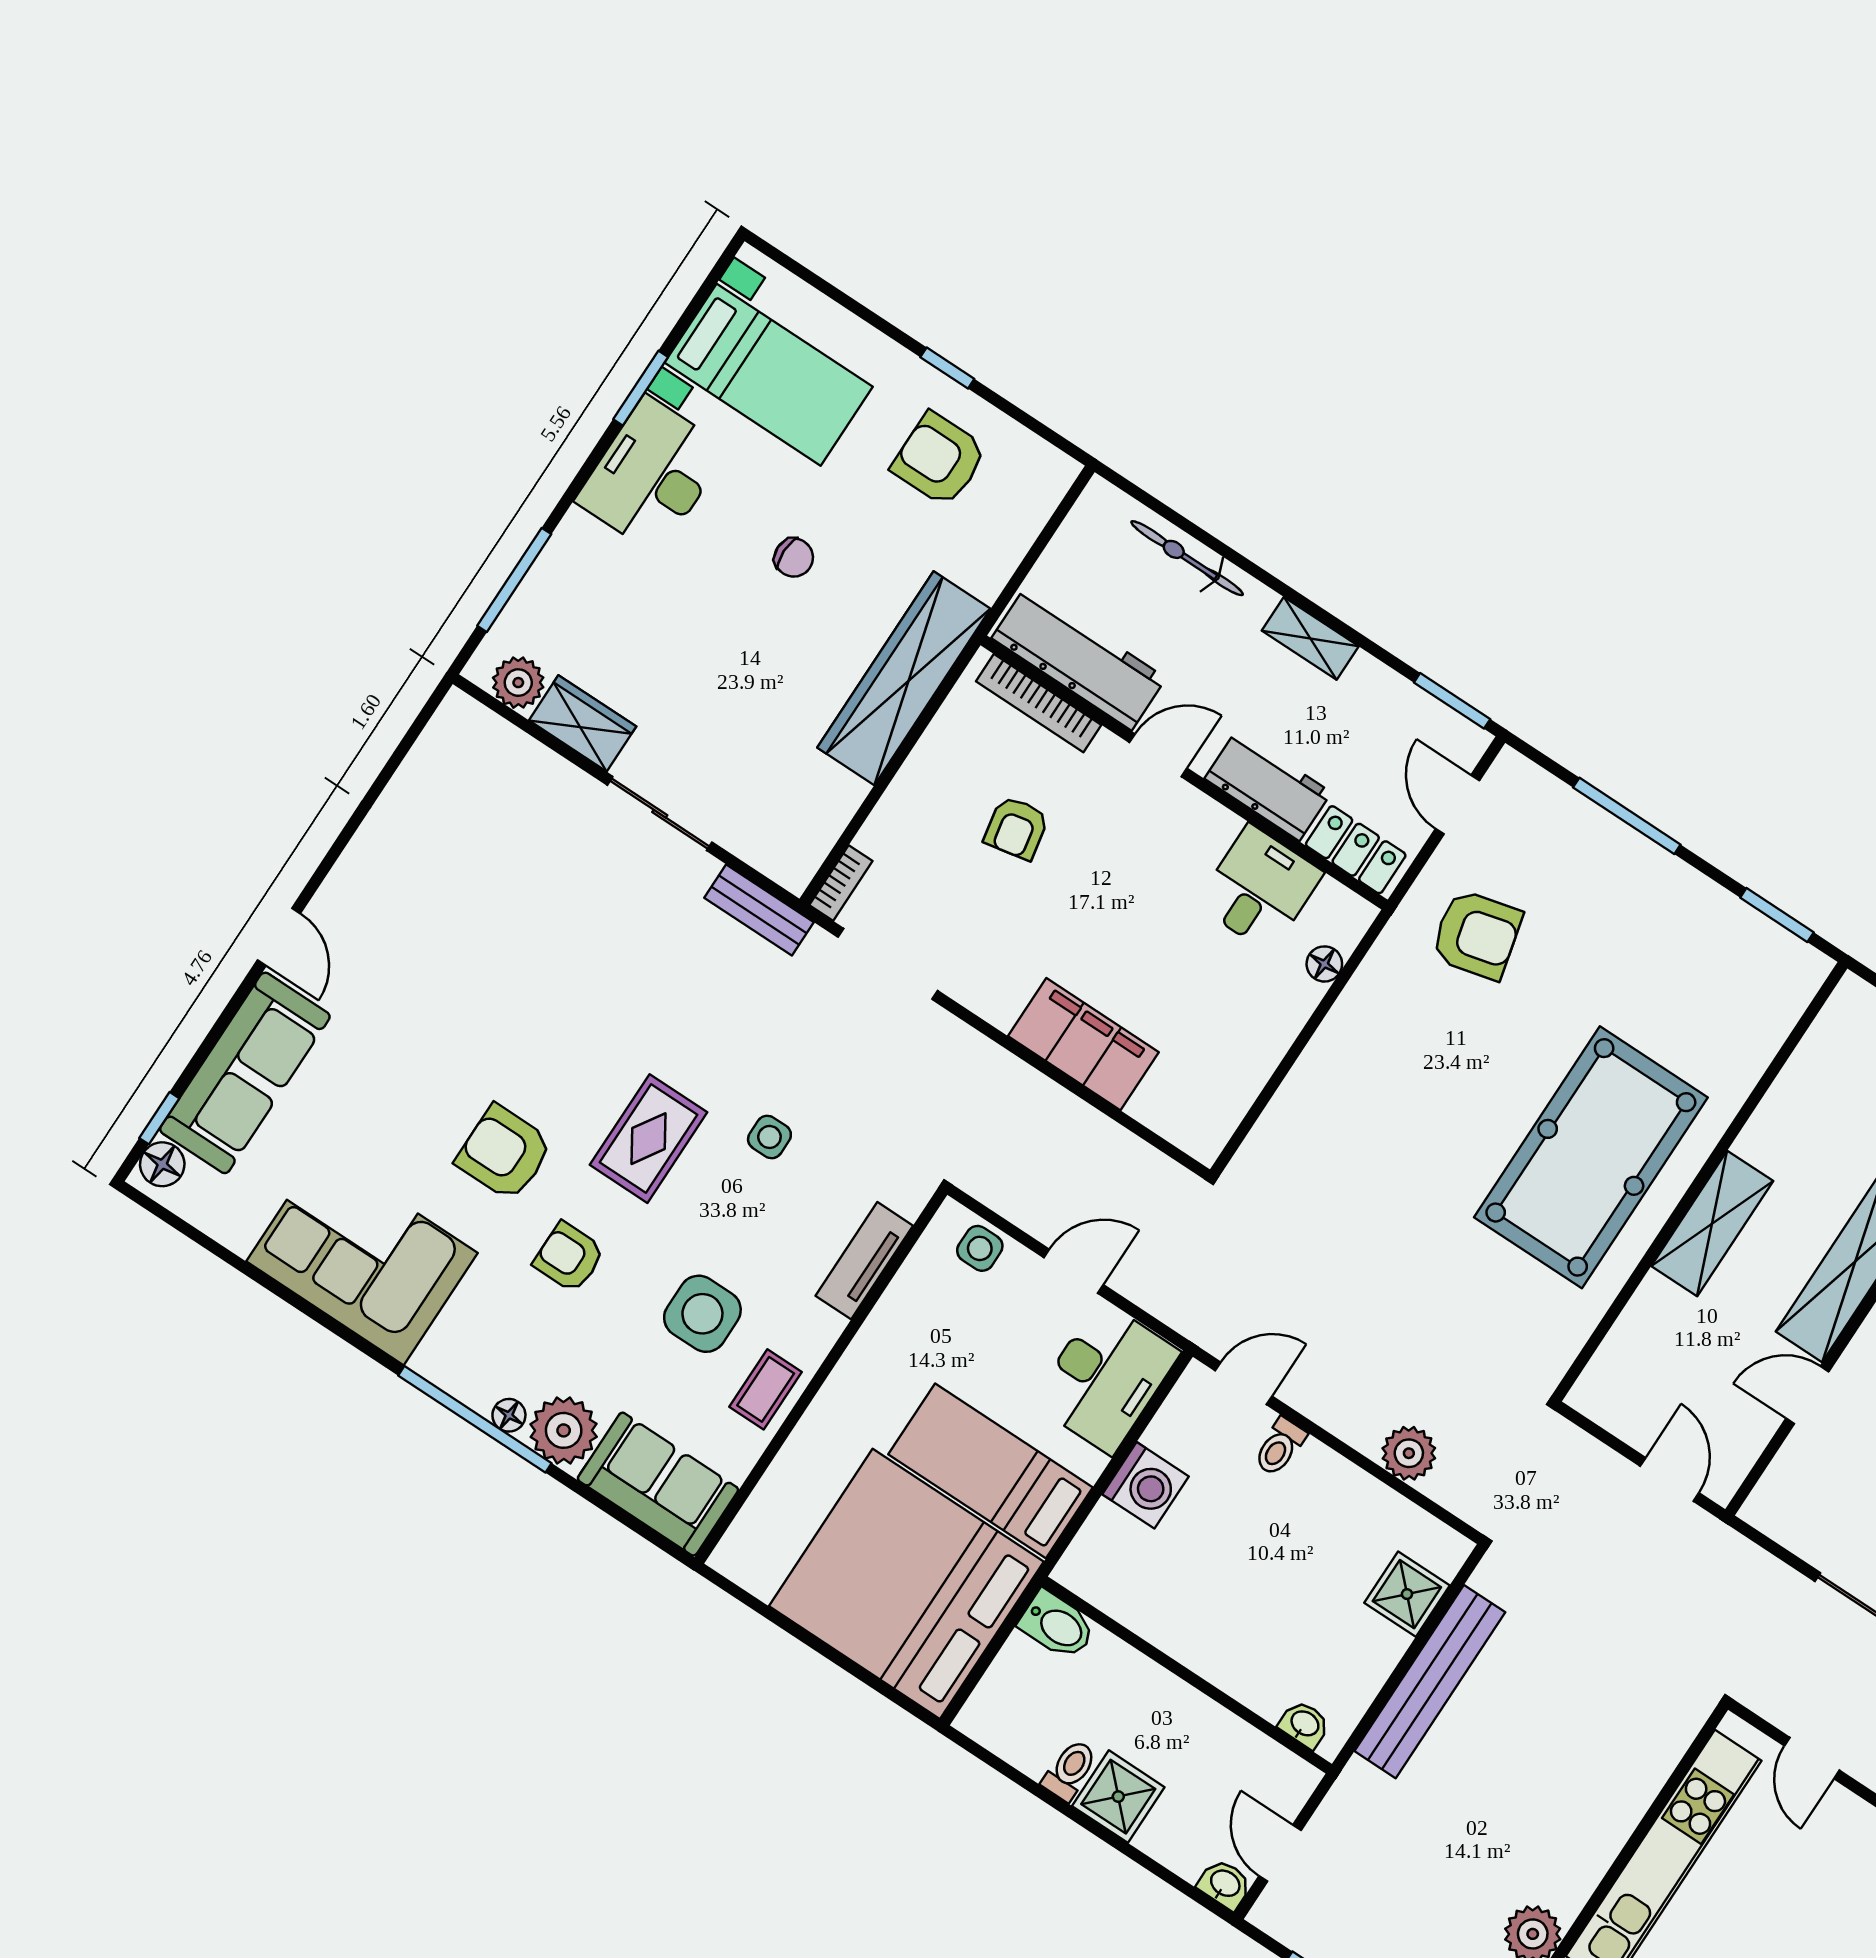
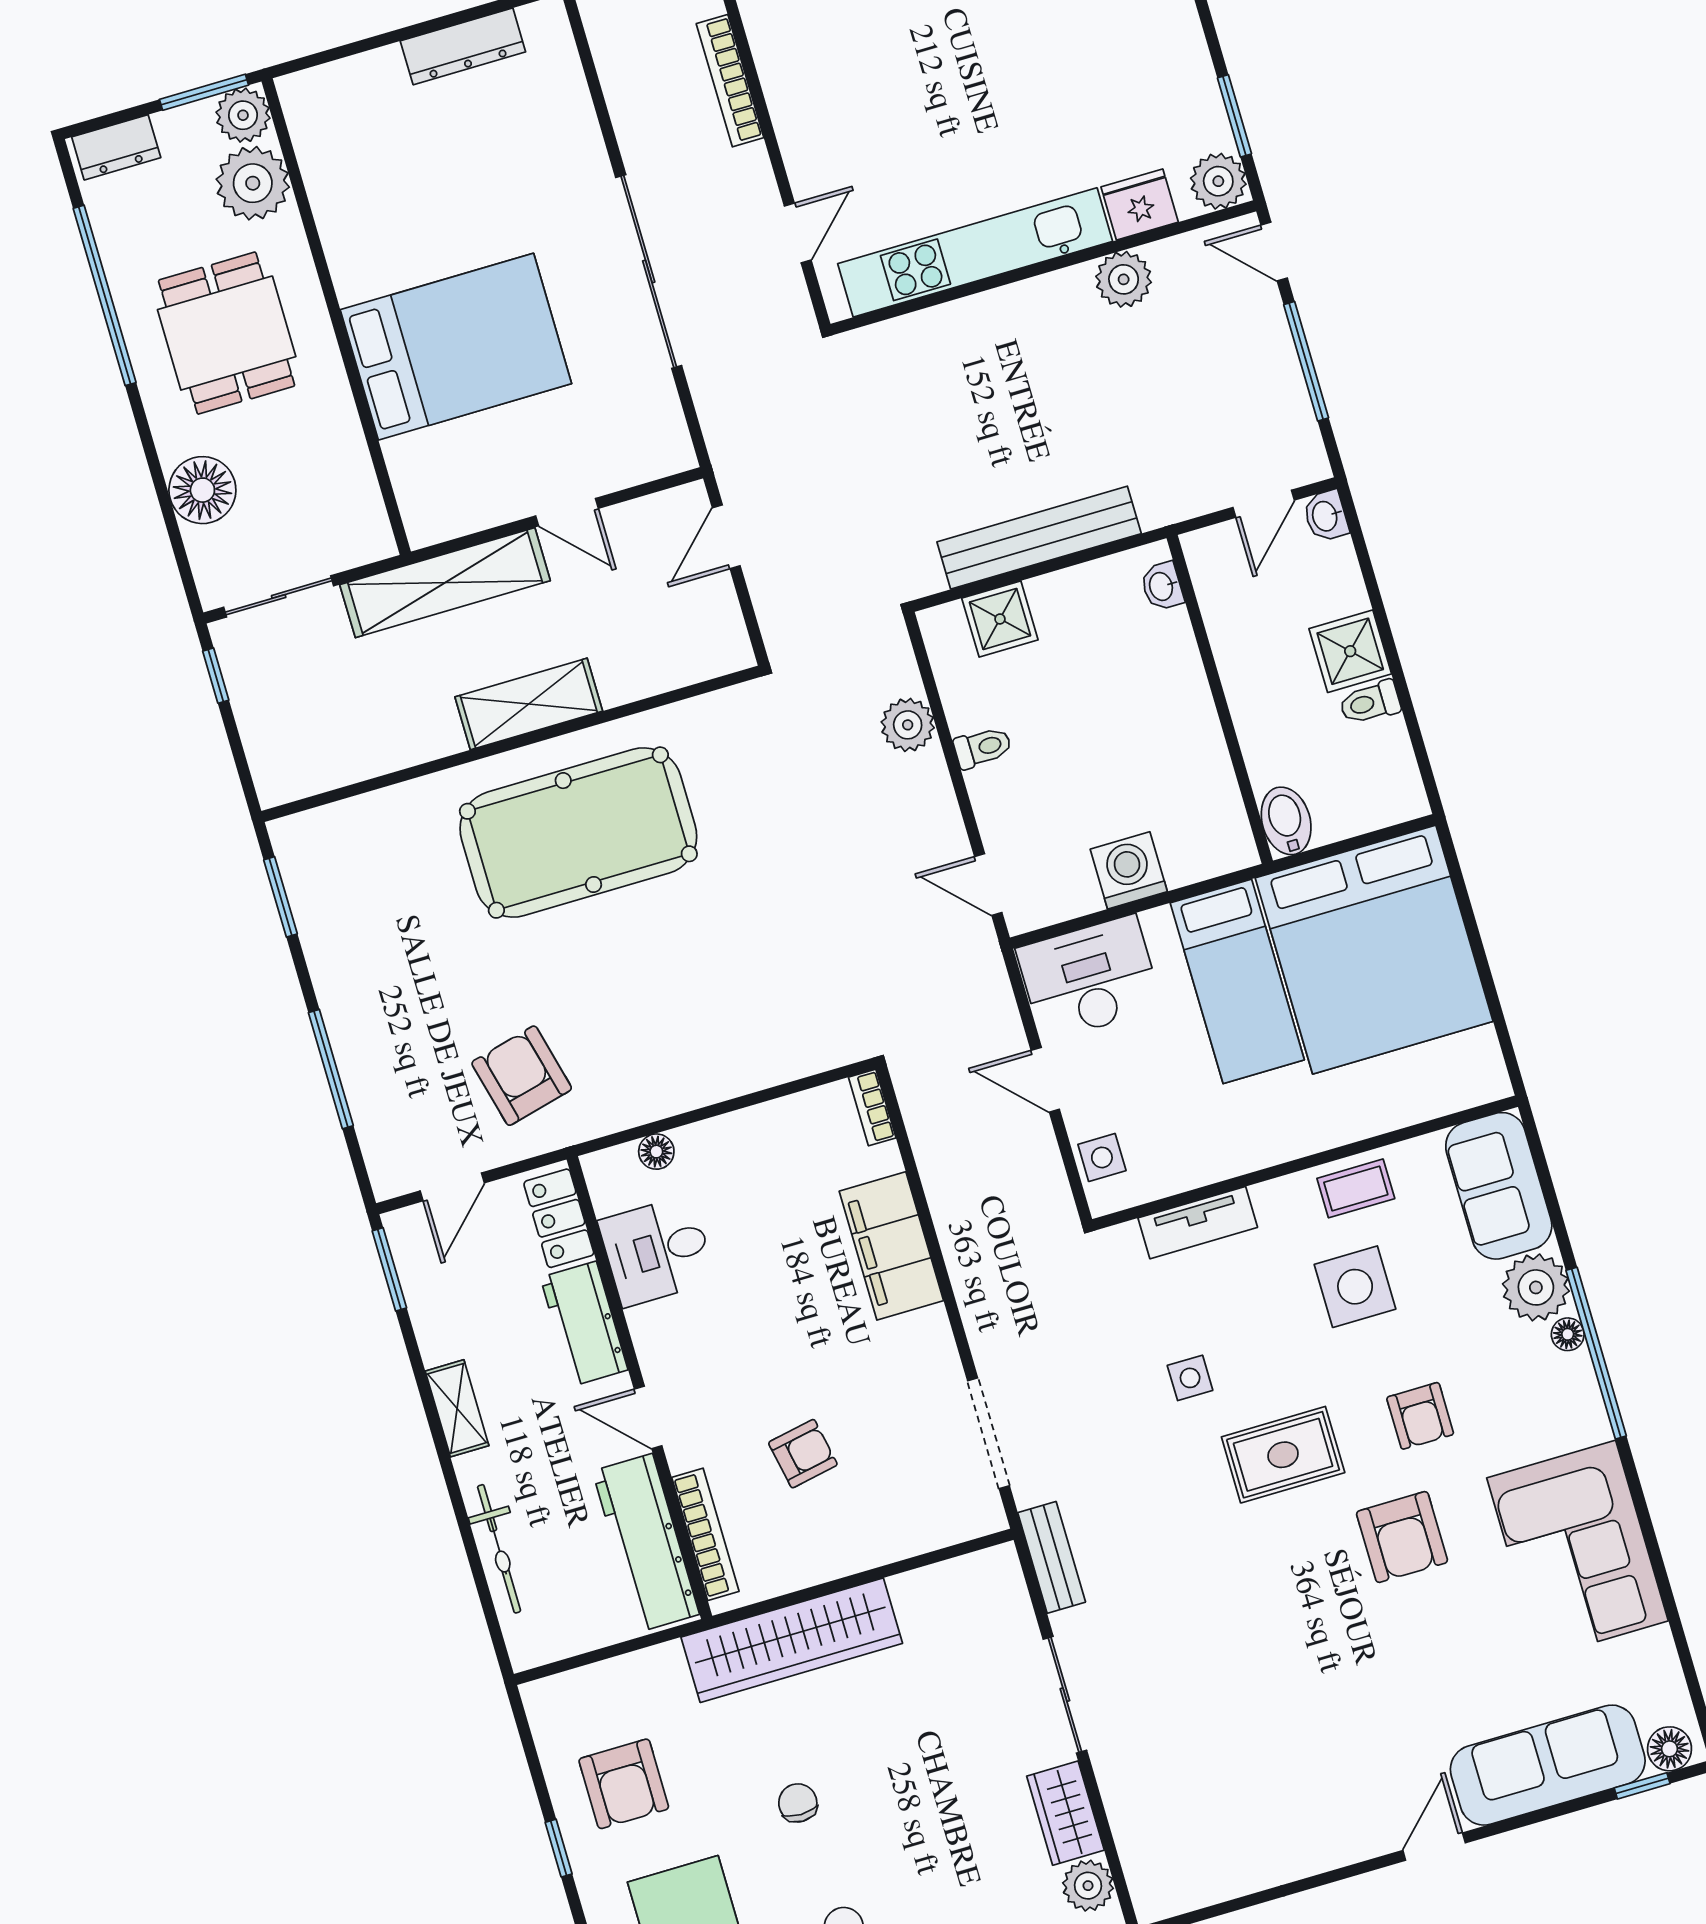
bookcase: (841, 883) -> (872, 1107), moved, turned -90
toilet: (1280, 1447) -> (983, 747), moved

